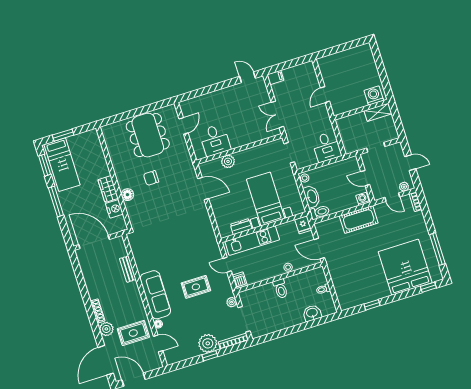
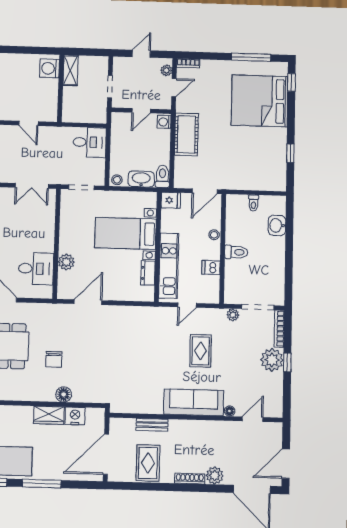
dishwasher: (240, 280) -> (211, 267), moved
rug: (133, 333) -> (148, 463), moved

